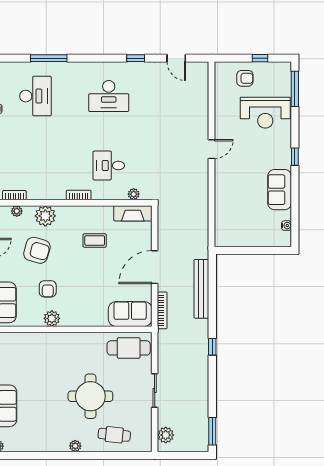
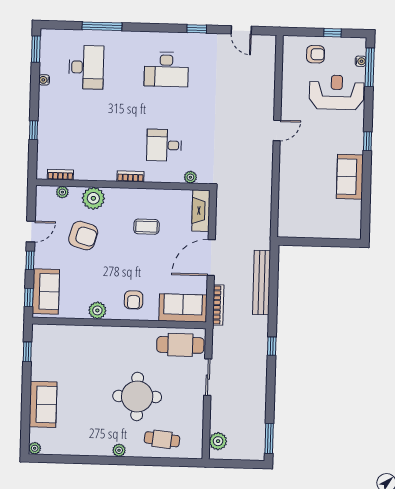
reception desk: (265, 113) -> (337, 92), turned 180
fireplace: (133, 213) -> (201, 211), moved, turned 90
water cooler: (286, 226) -> (361, 61), moved
armchair: (48, 289) -> (134, 300), moved
sliding door: (155, 390) -> (208, 377), moved

